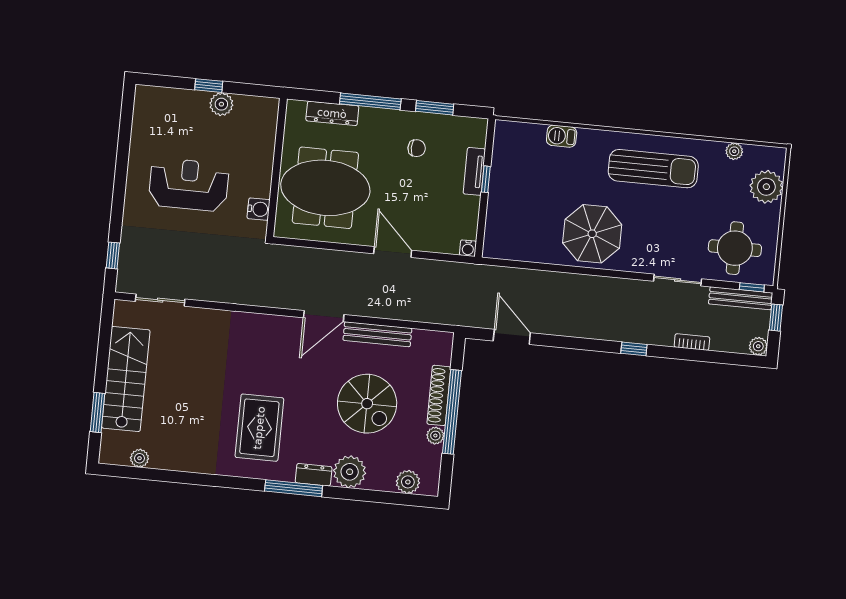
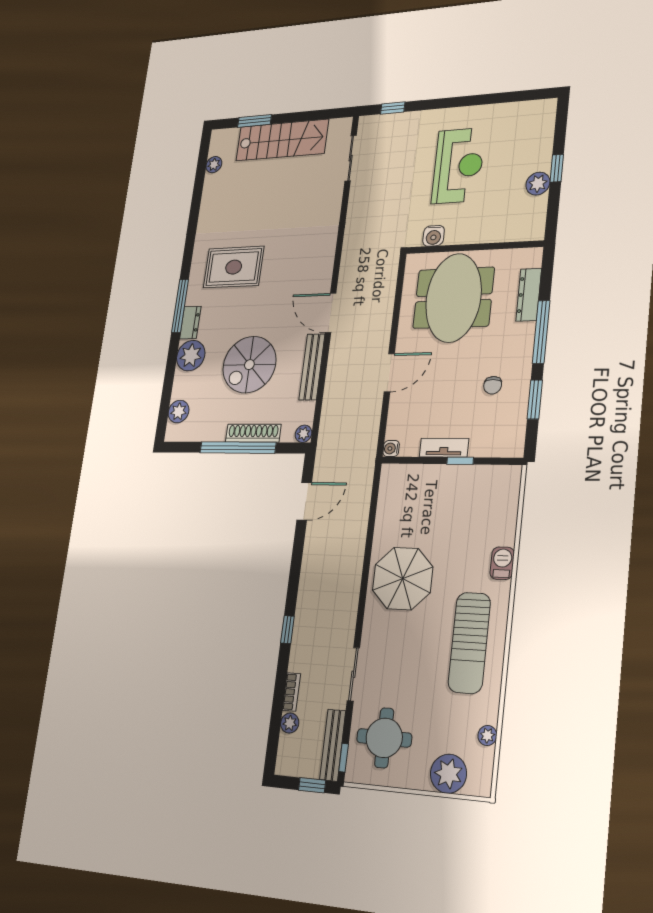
barbecue: (562, 136) -> (502, 563), moved
tv unit: (474, 171) -> (444, 448), moved
plant: (758, 346) -> (290, 723), moved
plant: (435, 436) -> (303, 434), moved

